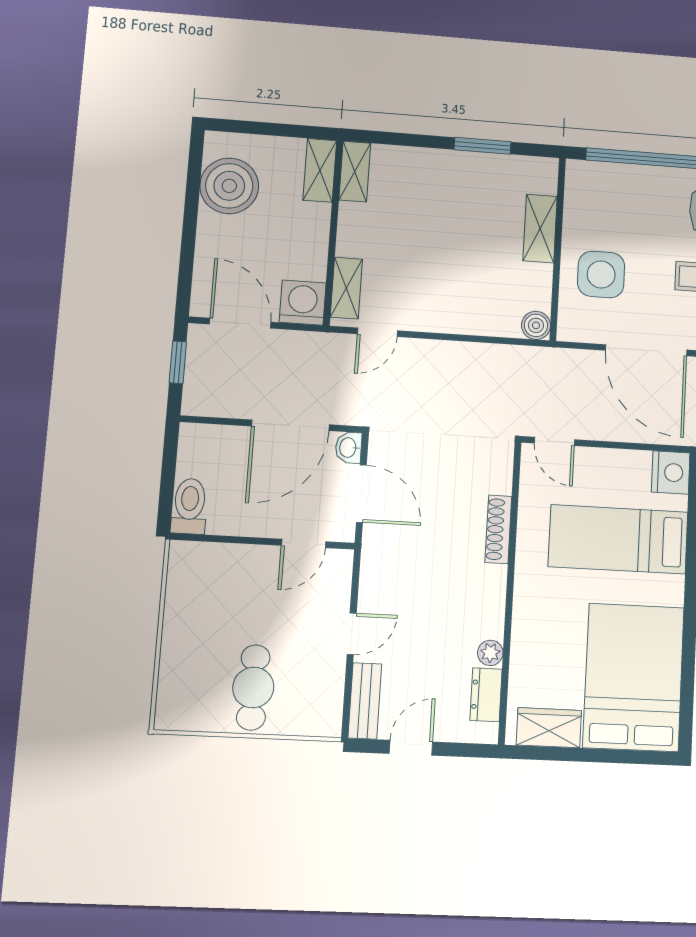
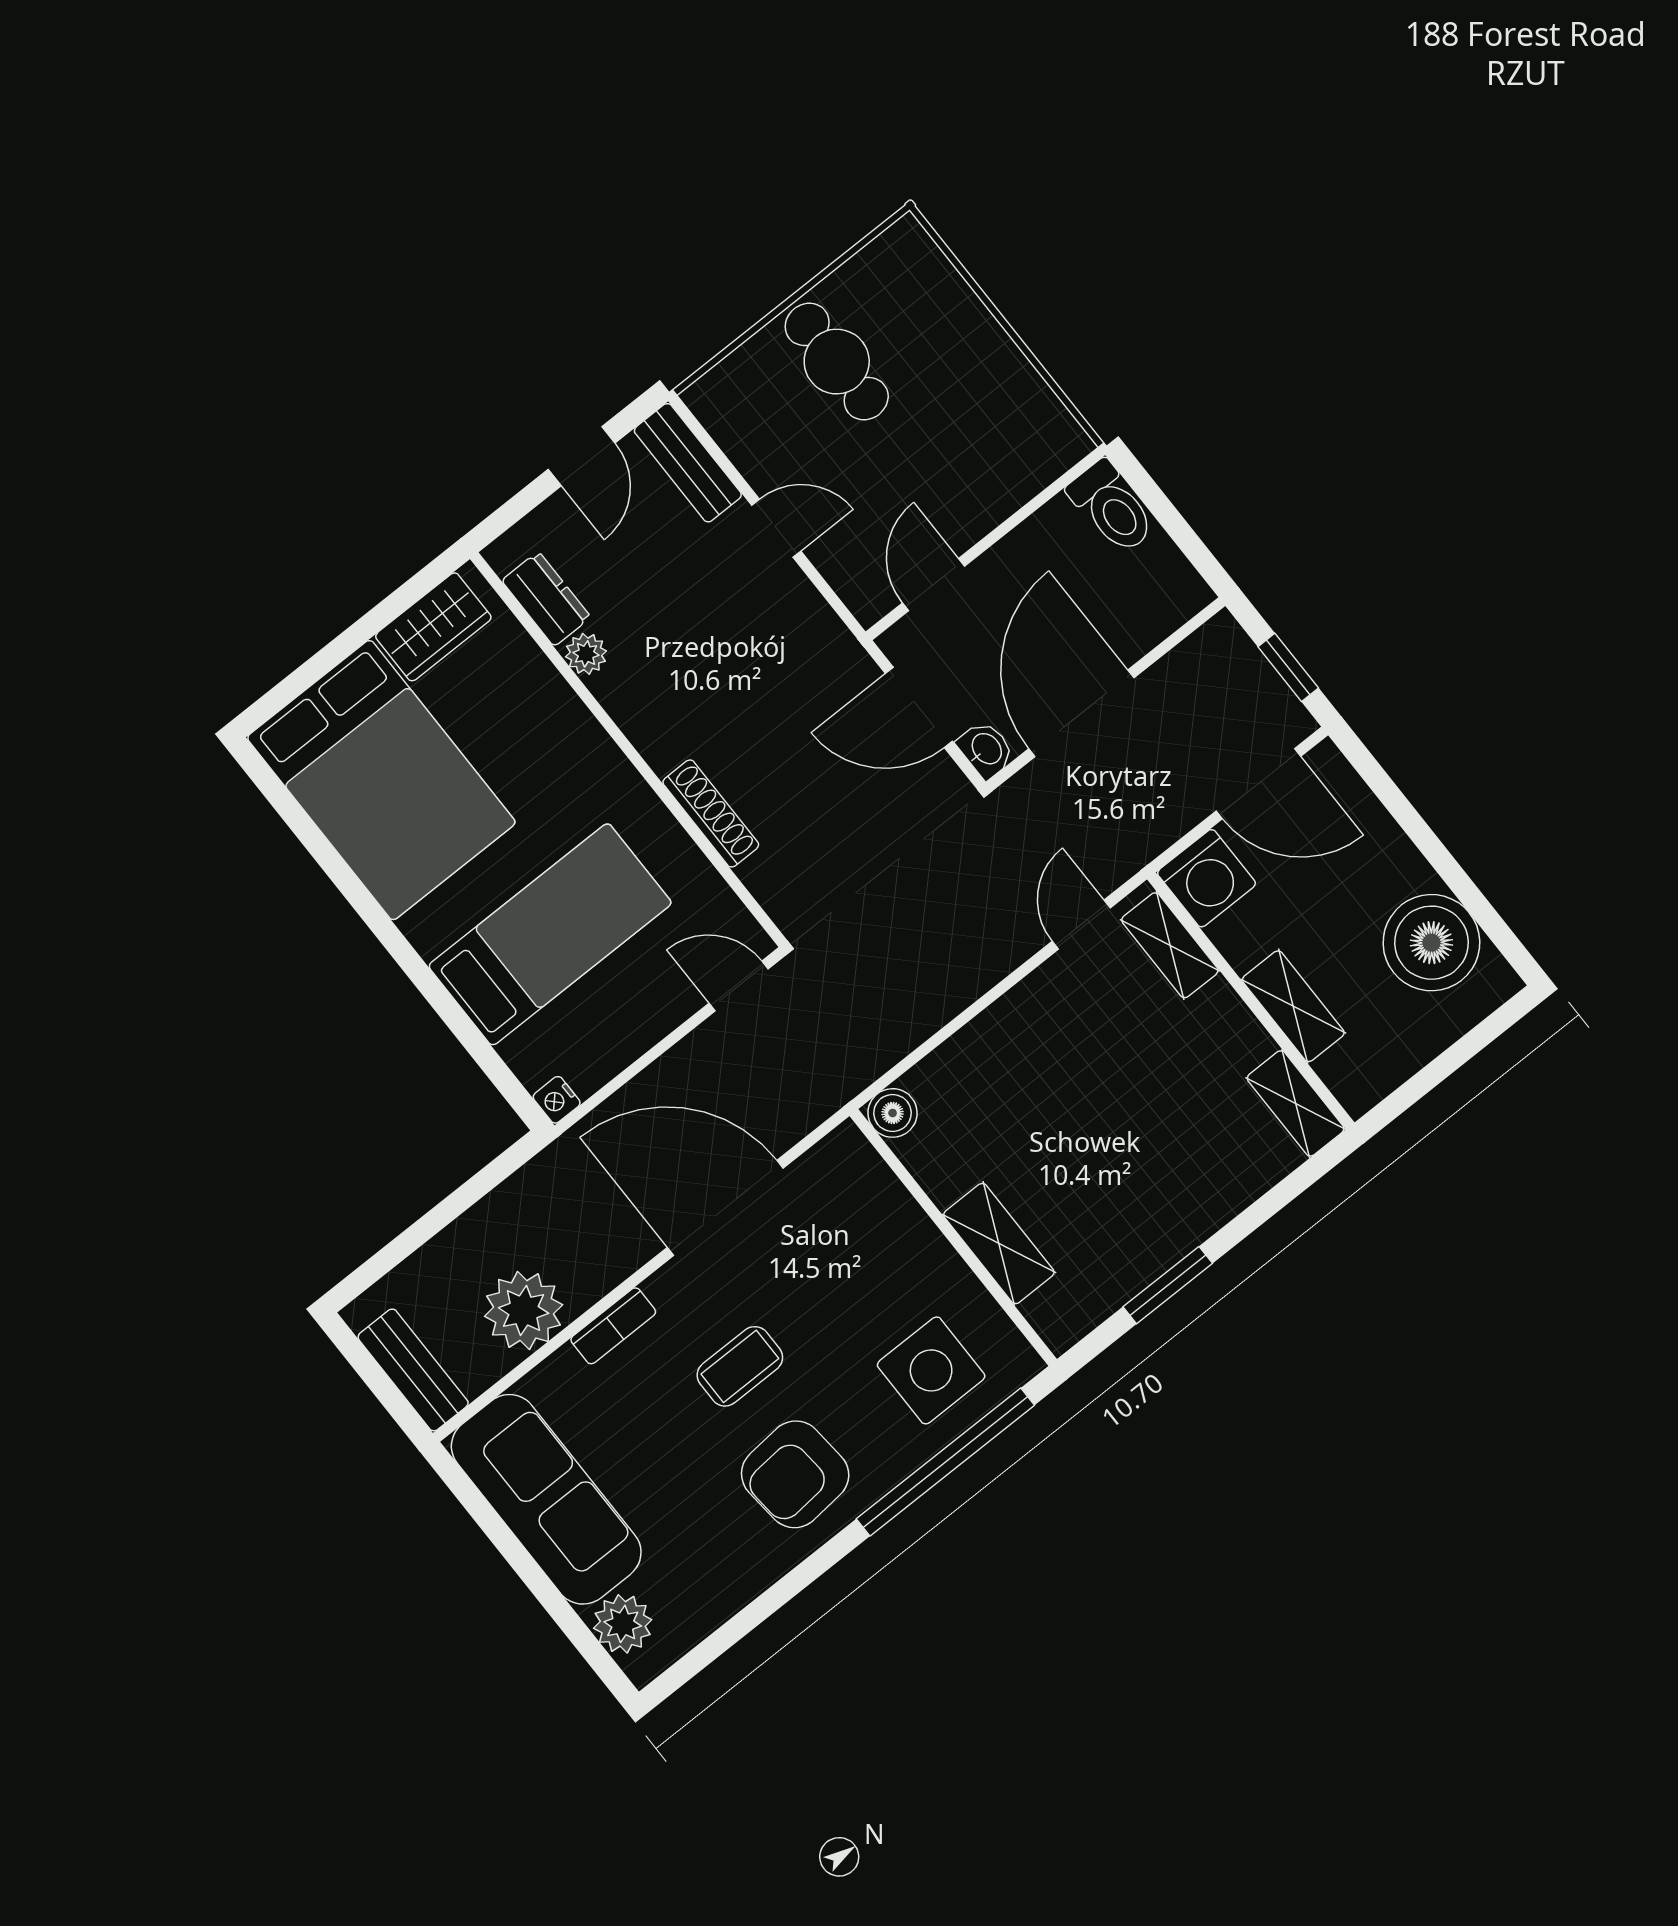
shelving: (320, 170) -> (1293, 1006), moved
side table: (601, 274) -> (931, 1370), moved
nightstand: (671, 472) -> (557, 1100), width x0.53, depth x0.56
door: (352, 634) -> (776, 528), swing flipped

